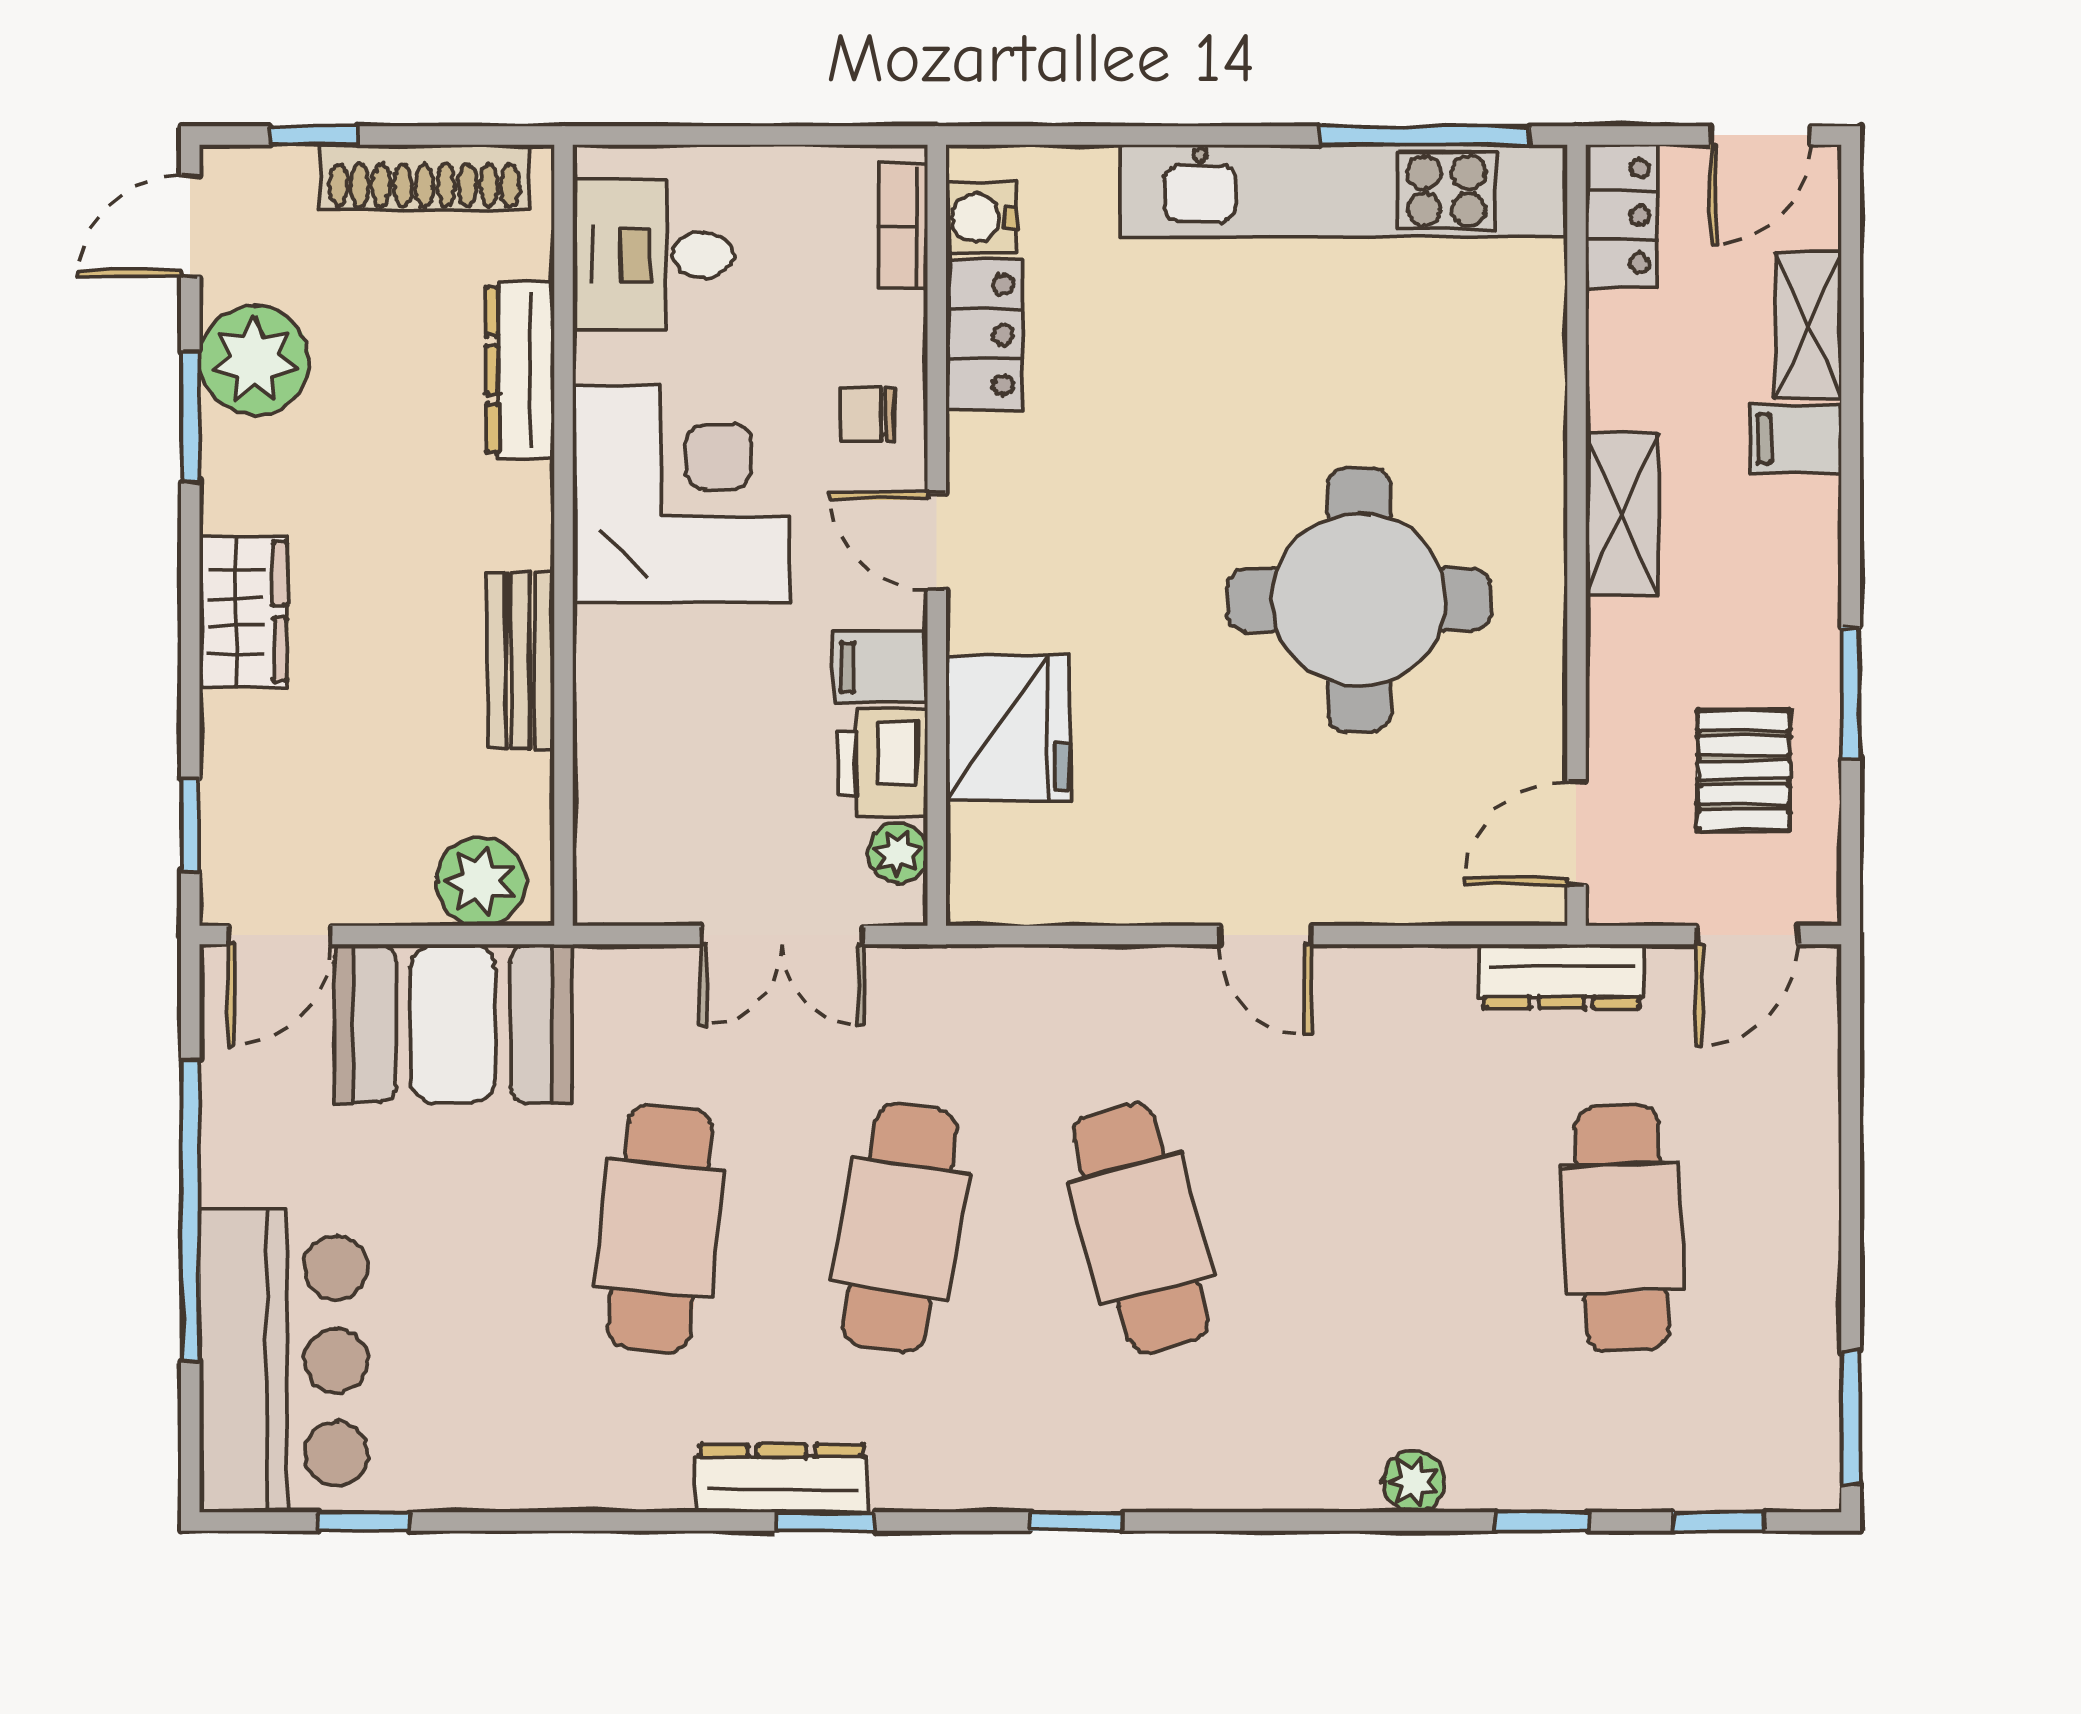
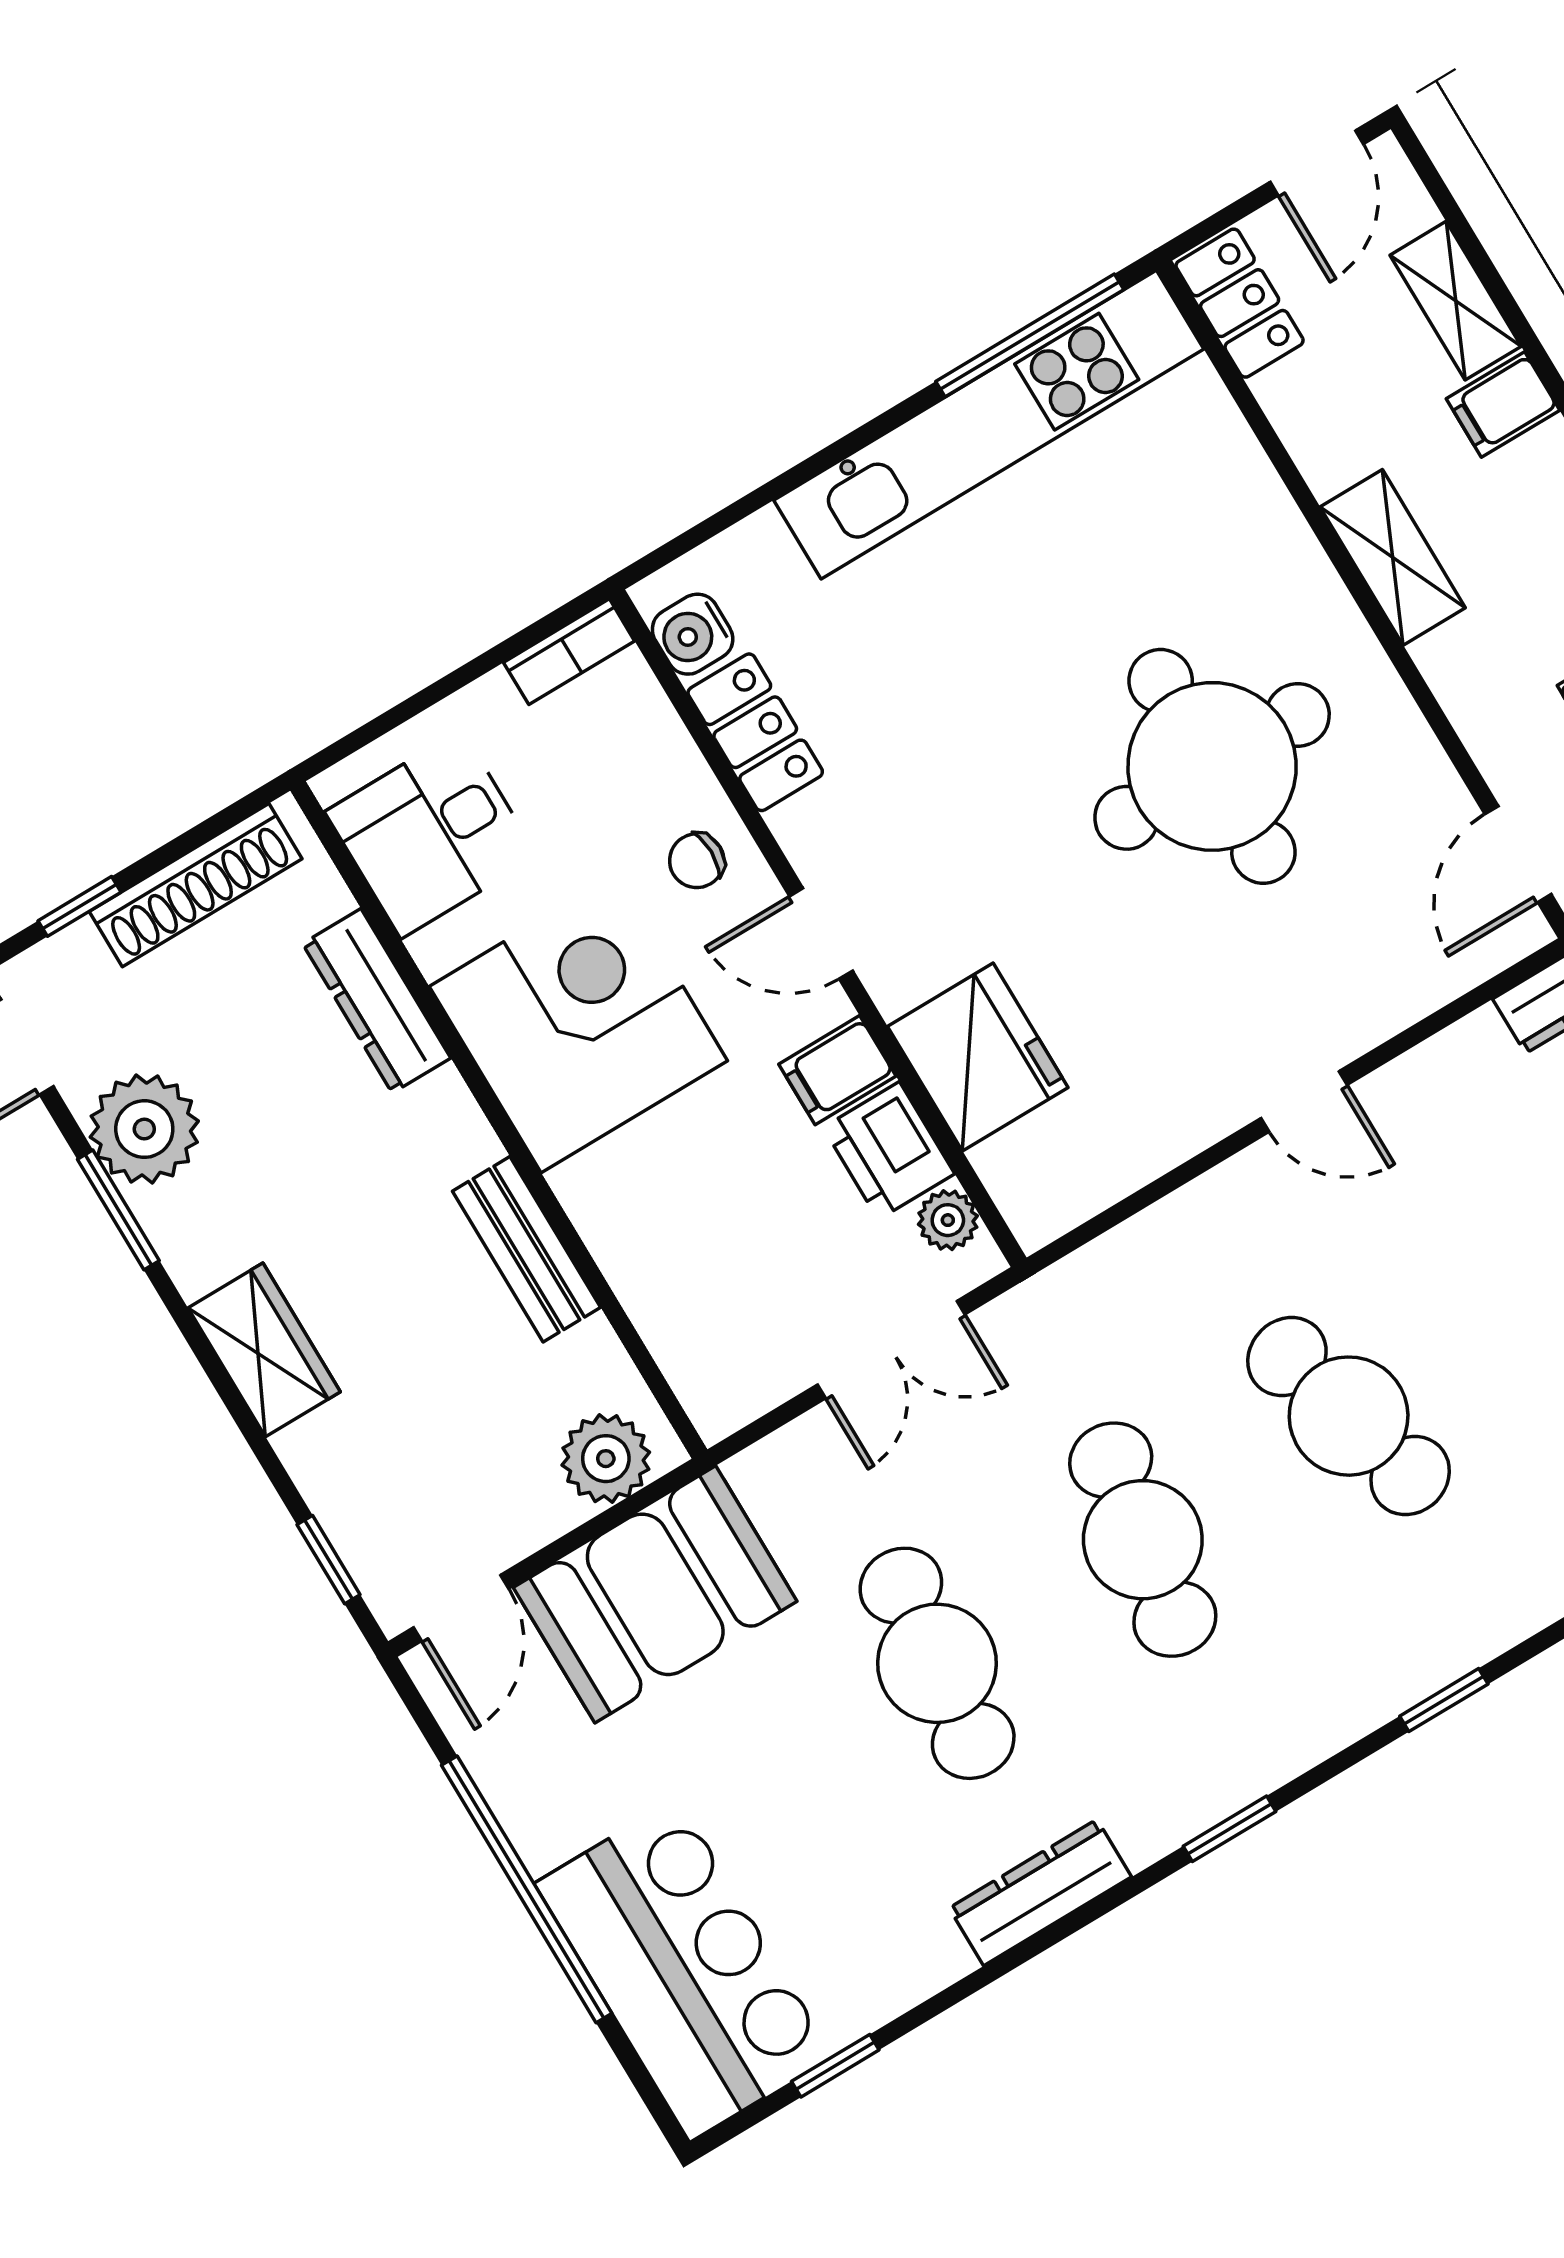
bookcase: (903, 227) -> (569, 652), moved, turned -90
dresser: (782, 1478) -> (1040, 1892), moved

